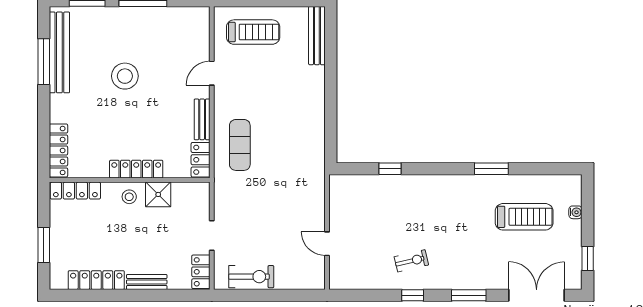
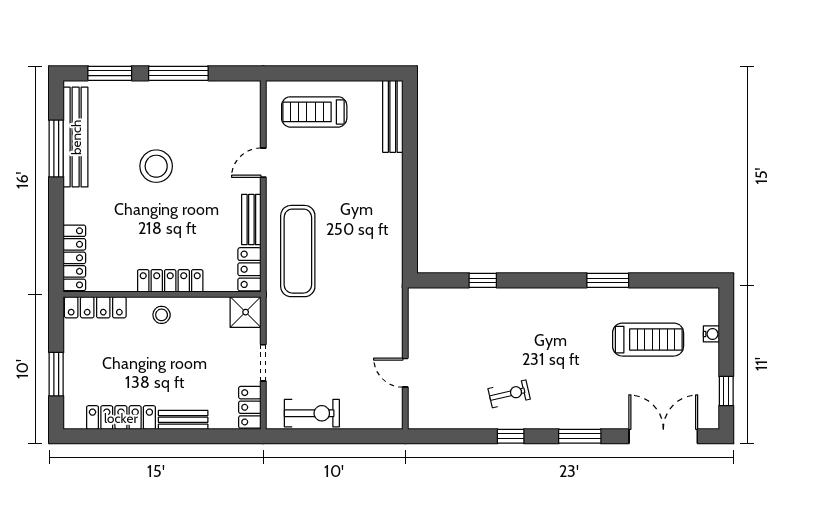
treadmill: (253, 32) -> (314, 112), turned 180
exercise mat: (240, 145) -> (298, 251), width x1.36, depth x1.45
shower: (158, 194) -> (246, 312), moved

